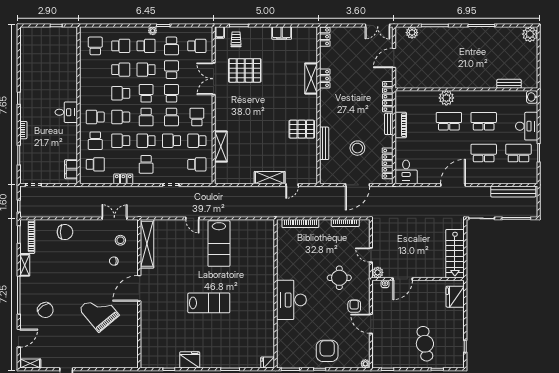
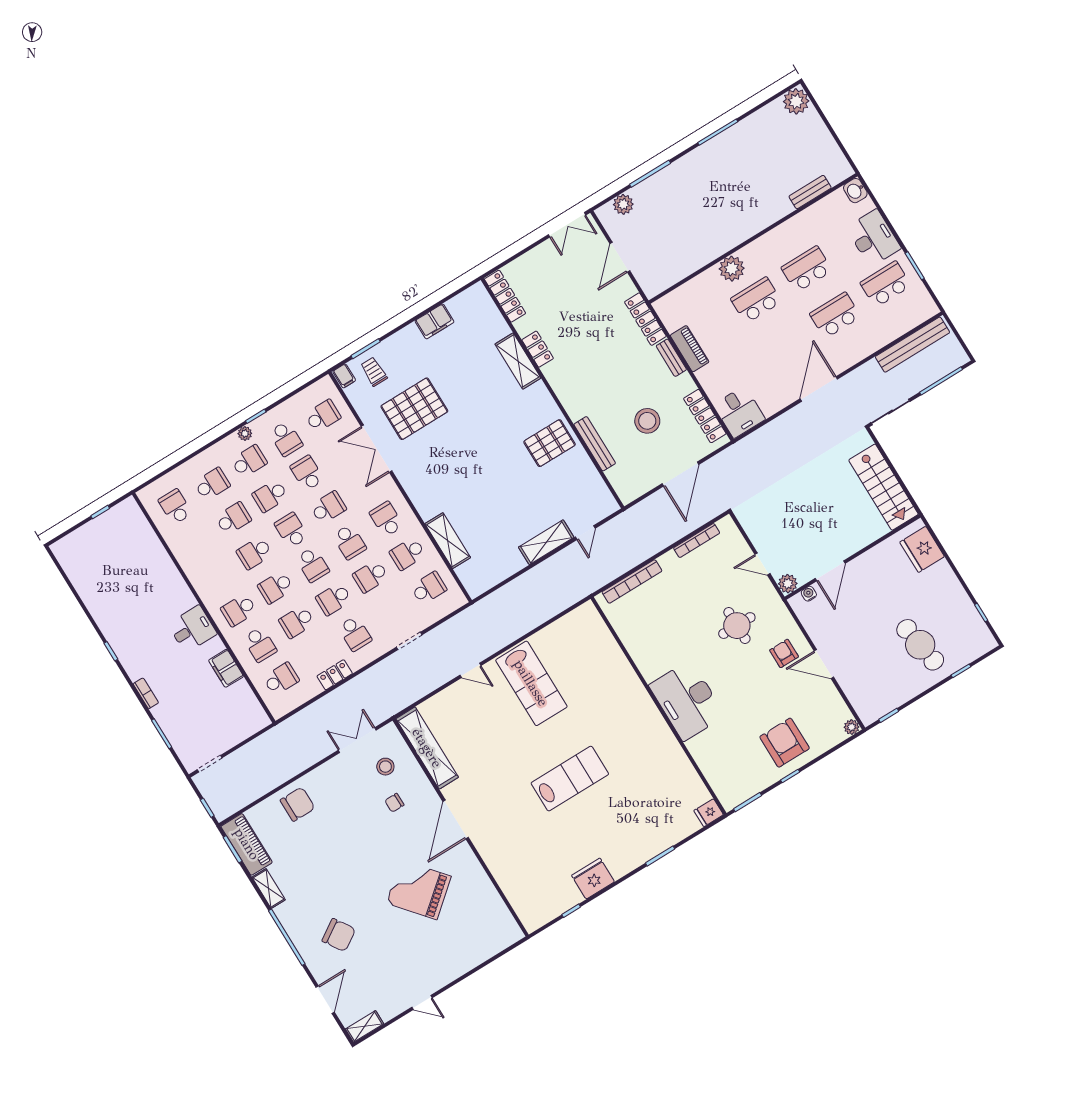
locker: (325, 37) -> (505, 296), width x1.53
school desk: (171, 93) -> (328, 508), turned 90
filing cabinet: (71, 169) -> (226, 668), moved

